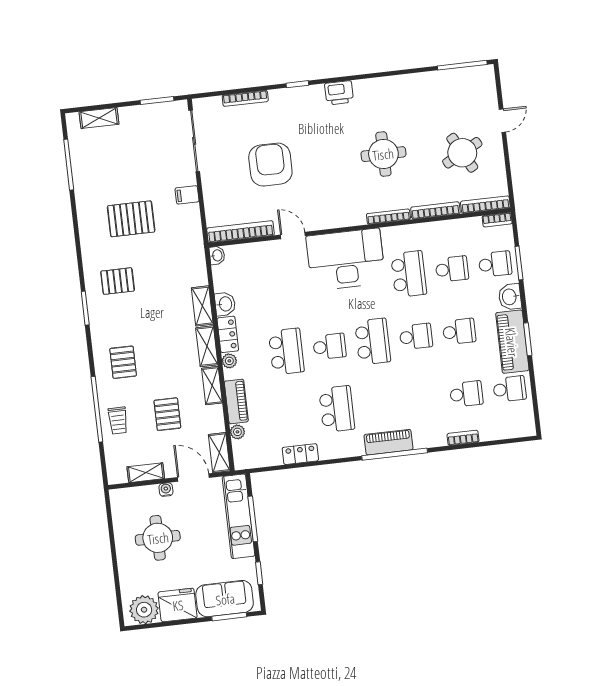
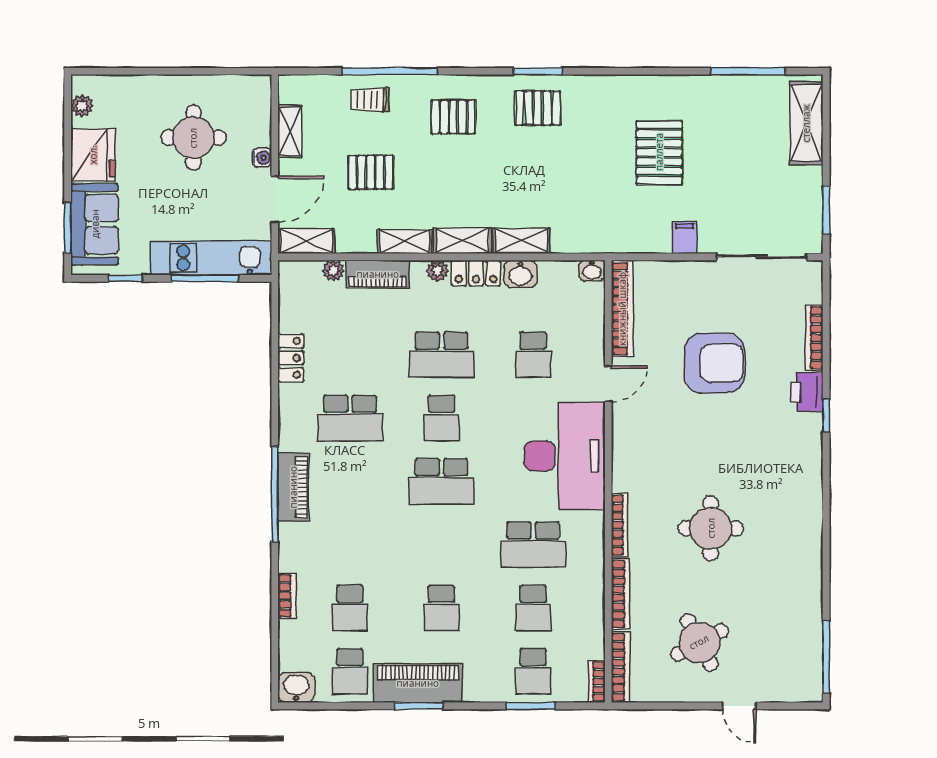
printer: (339, 93) -> (807, 392), moved
shelving: (99, 118) -> (806, 123), width x1.50, depth x1.33
pallet: (118, 281) -> (538, 108), moved, turned 90
washbasin: (510, 297) -> (296, 687), moved
school desk: (416, 336) -> (533, 355), moved
plant: (144, 610) -> (82, 106), width x0.53, depth x0.53

